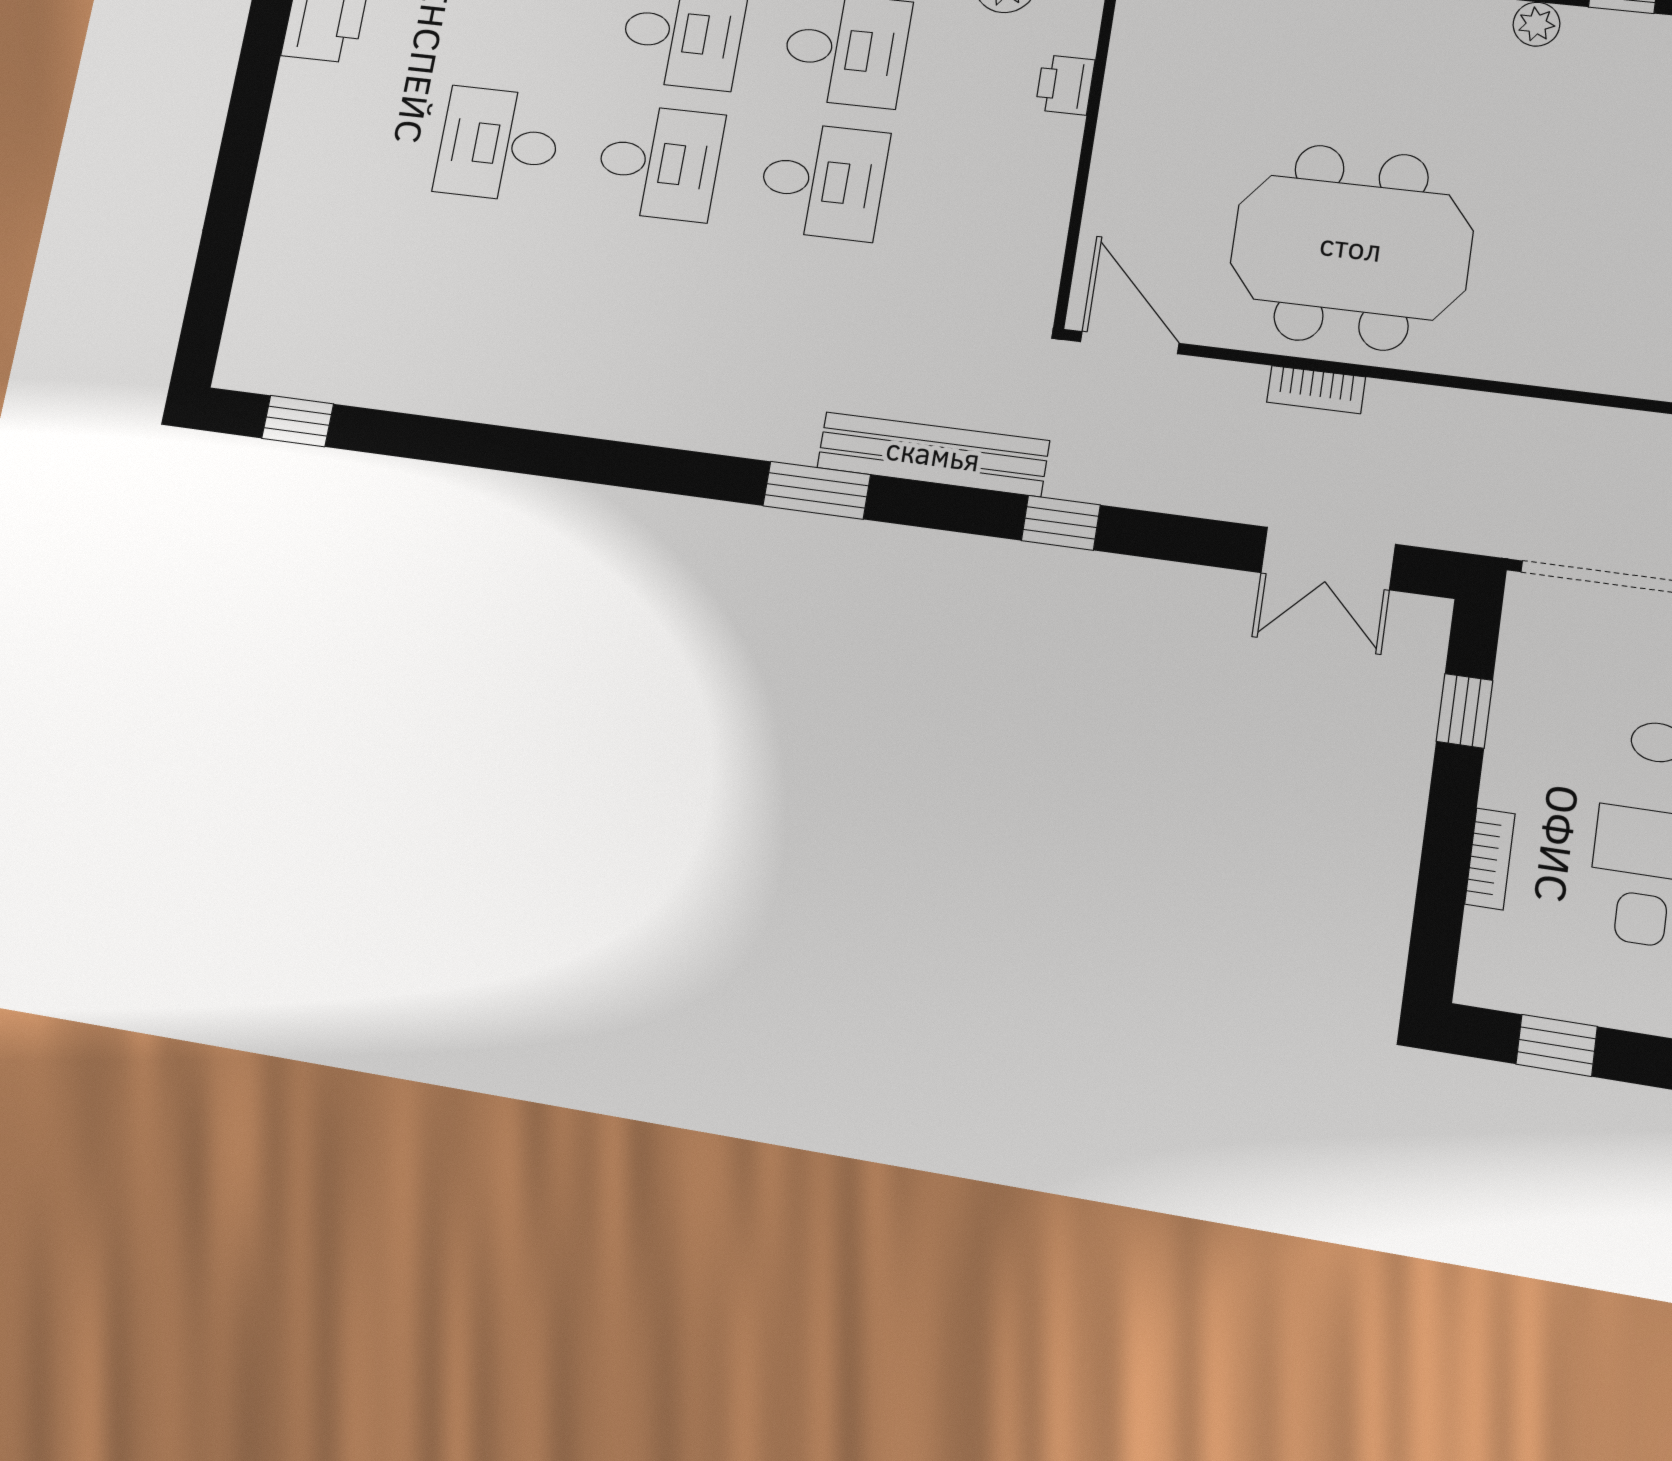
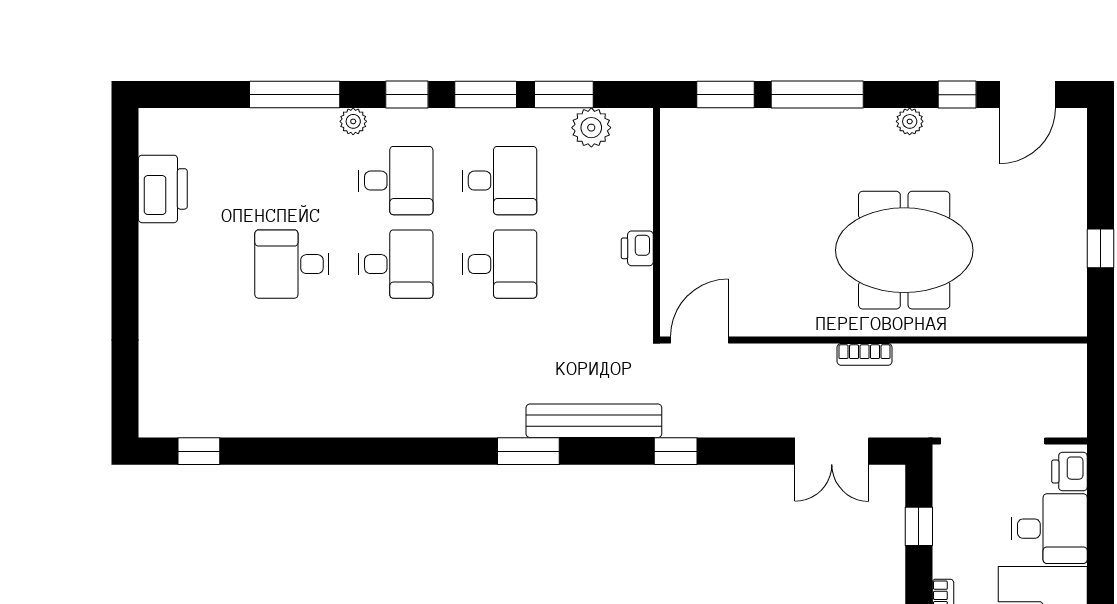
printer: (1065, 85) -> (637, 248), moved
meeting table: (1351, 247) -> (904, 250), moved
door: (1130, 343) -> (700, 340), hinge flipped
bookcase: (1316, 390) -> (865, 354), moved

